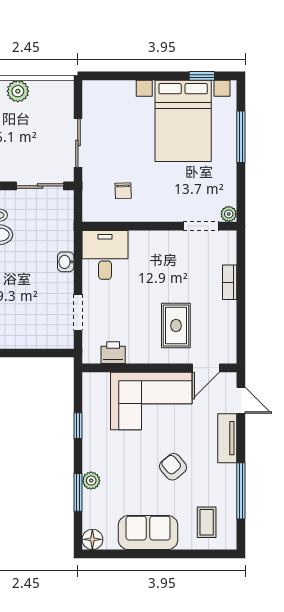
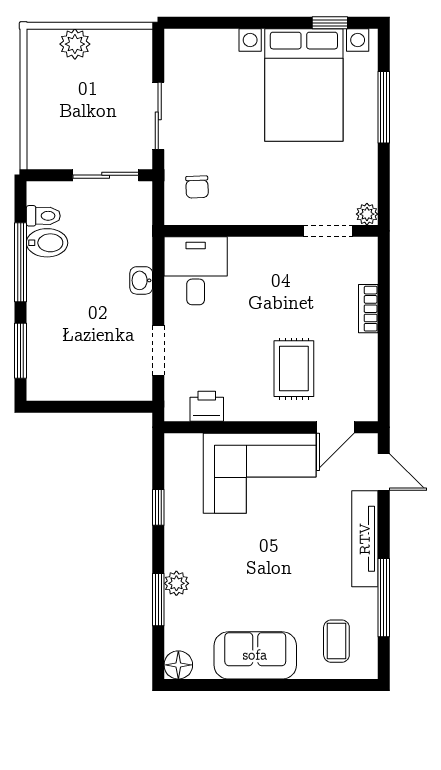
chair: (123, 191) -> (197, 187), moved
tv unit: (227, 438) -> (365, 539), width x1.41
armchair: (173, 467) -> (290, 564), removed

